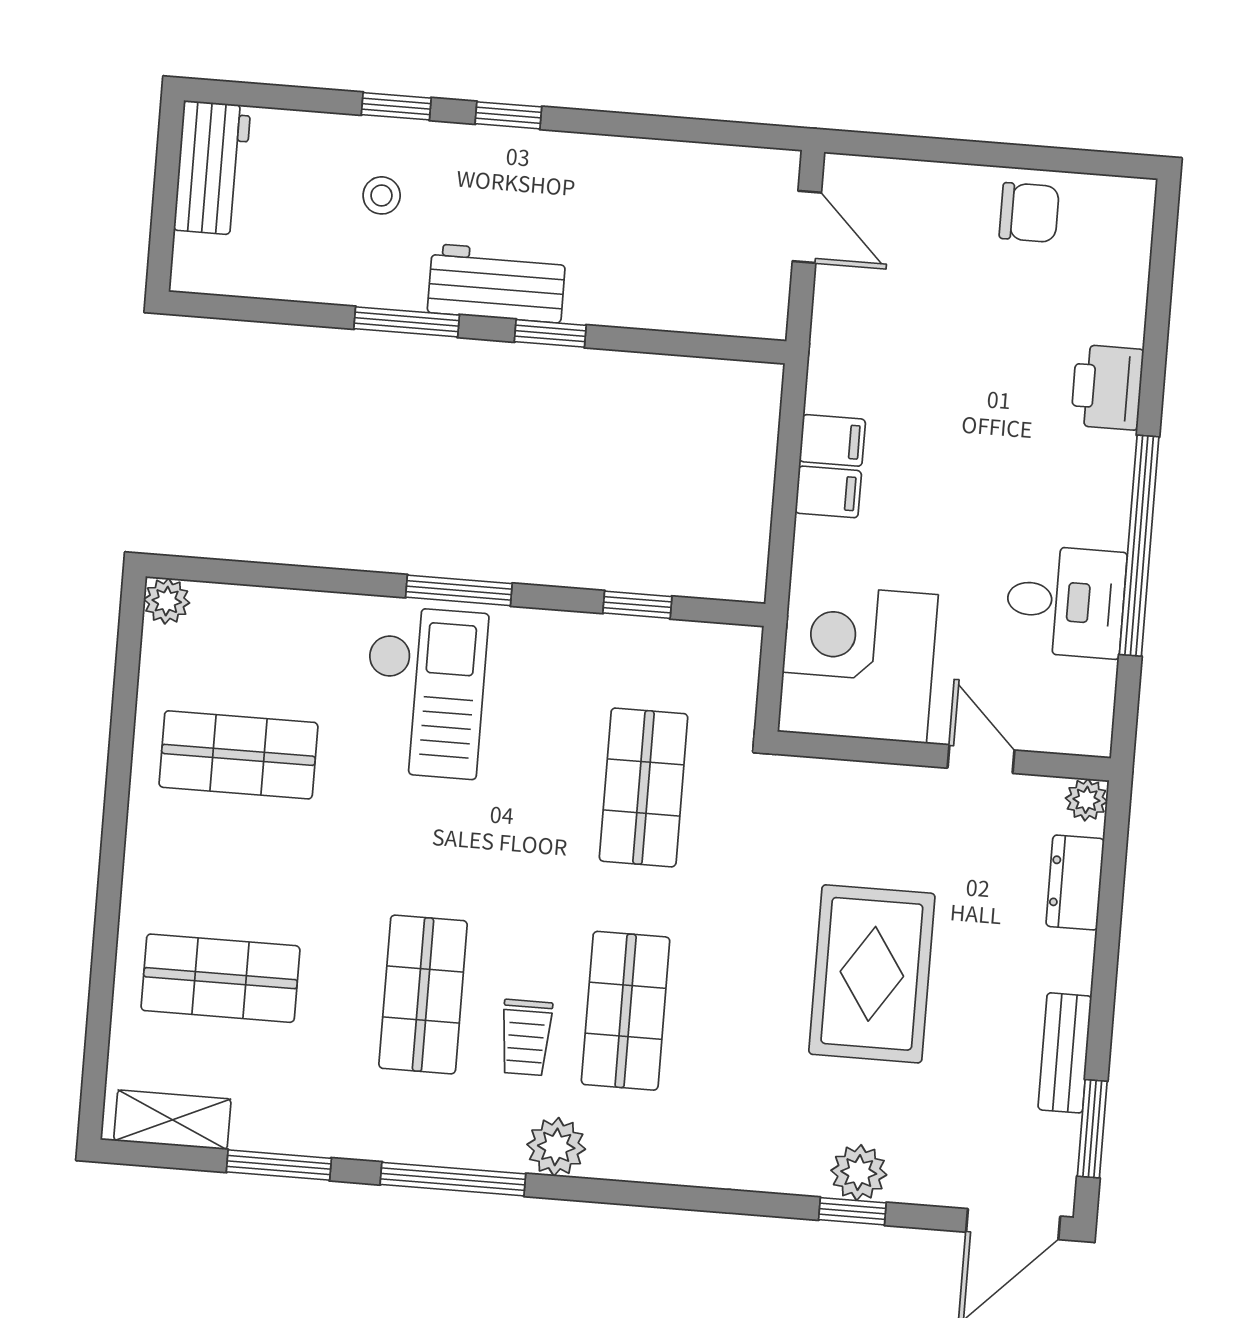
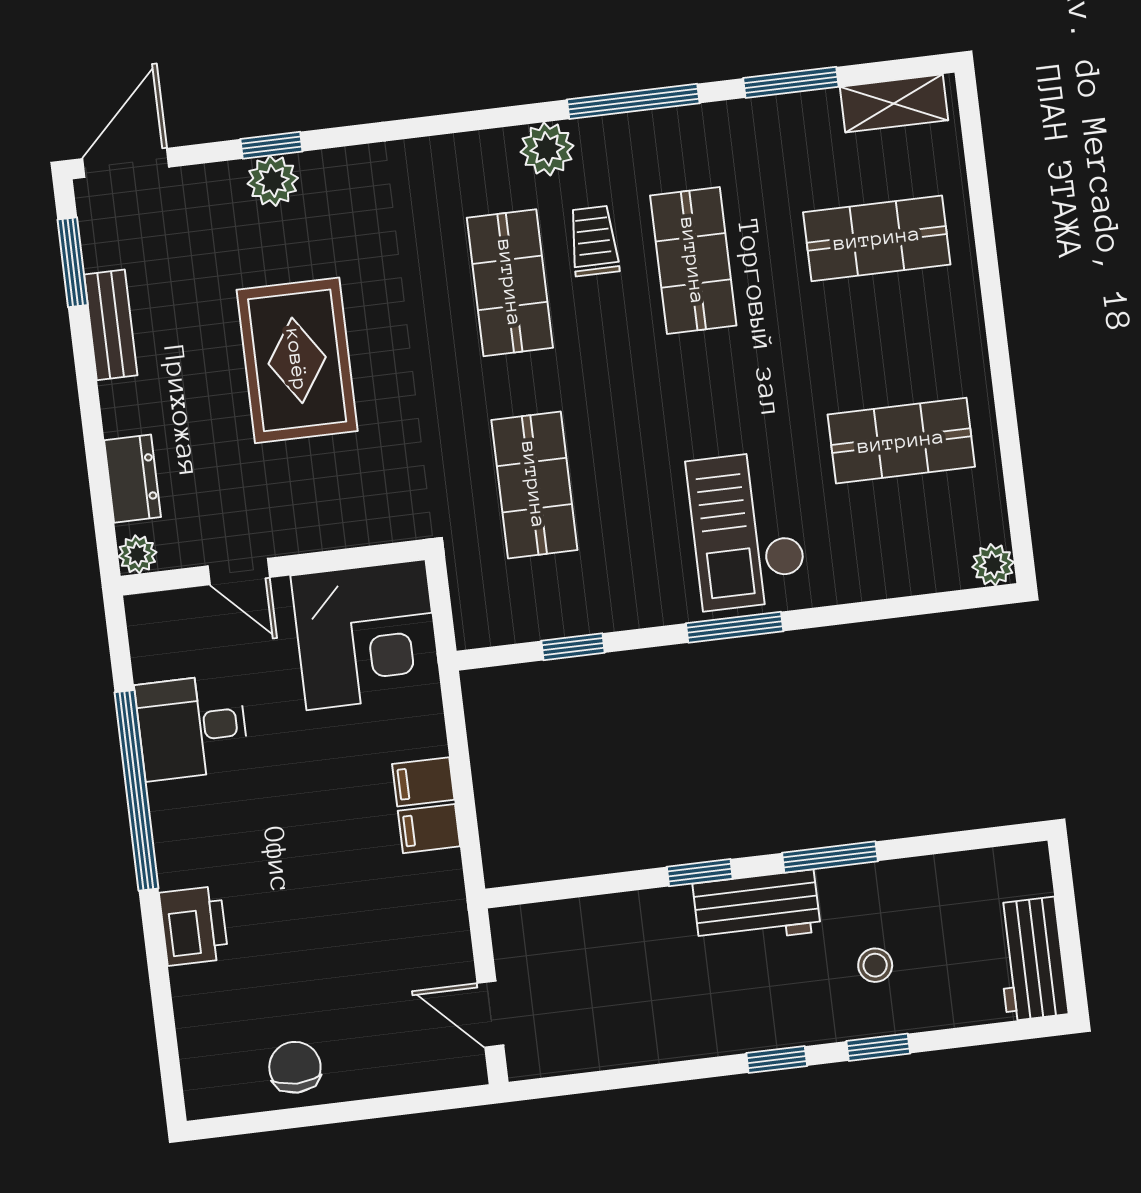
chair: (1029, 213) -> (295, 1067), turned 90

